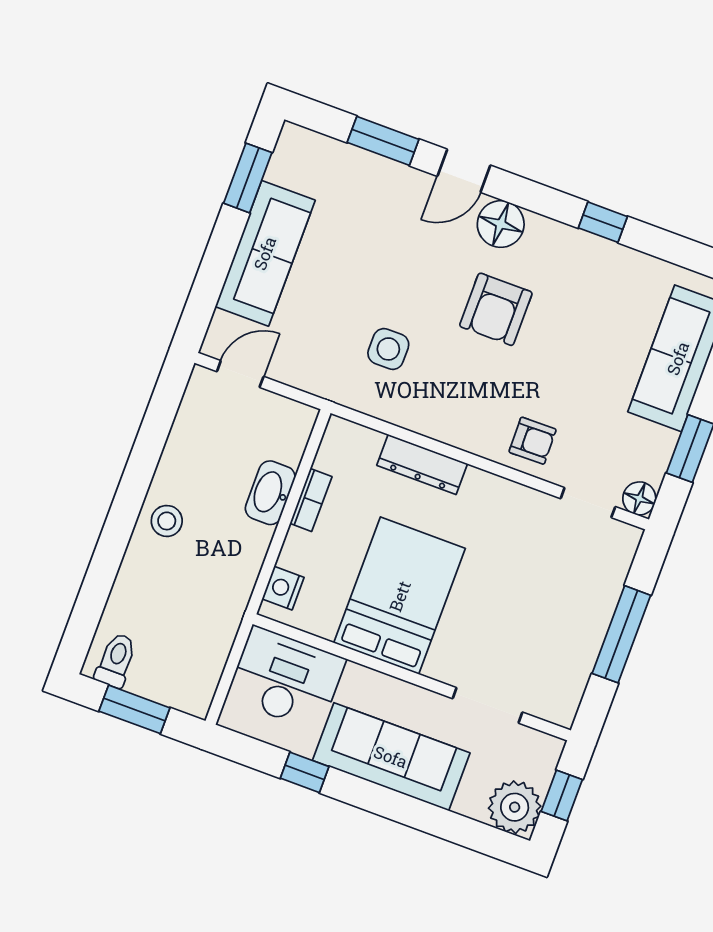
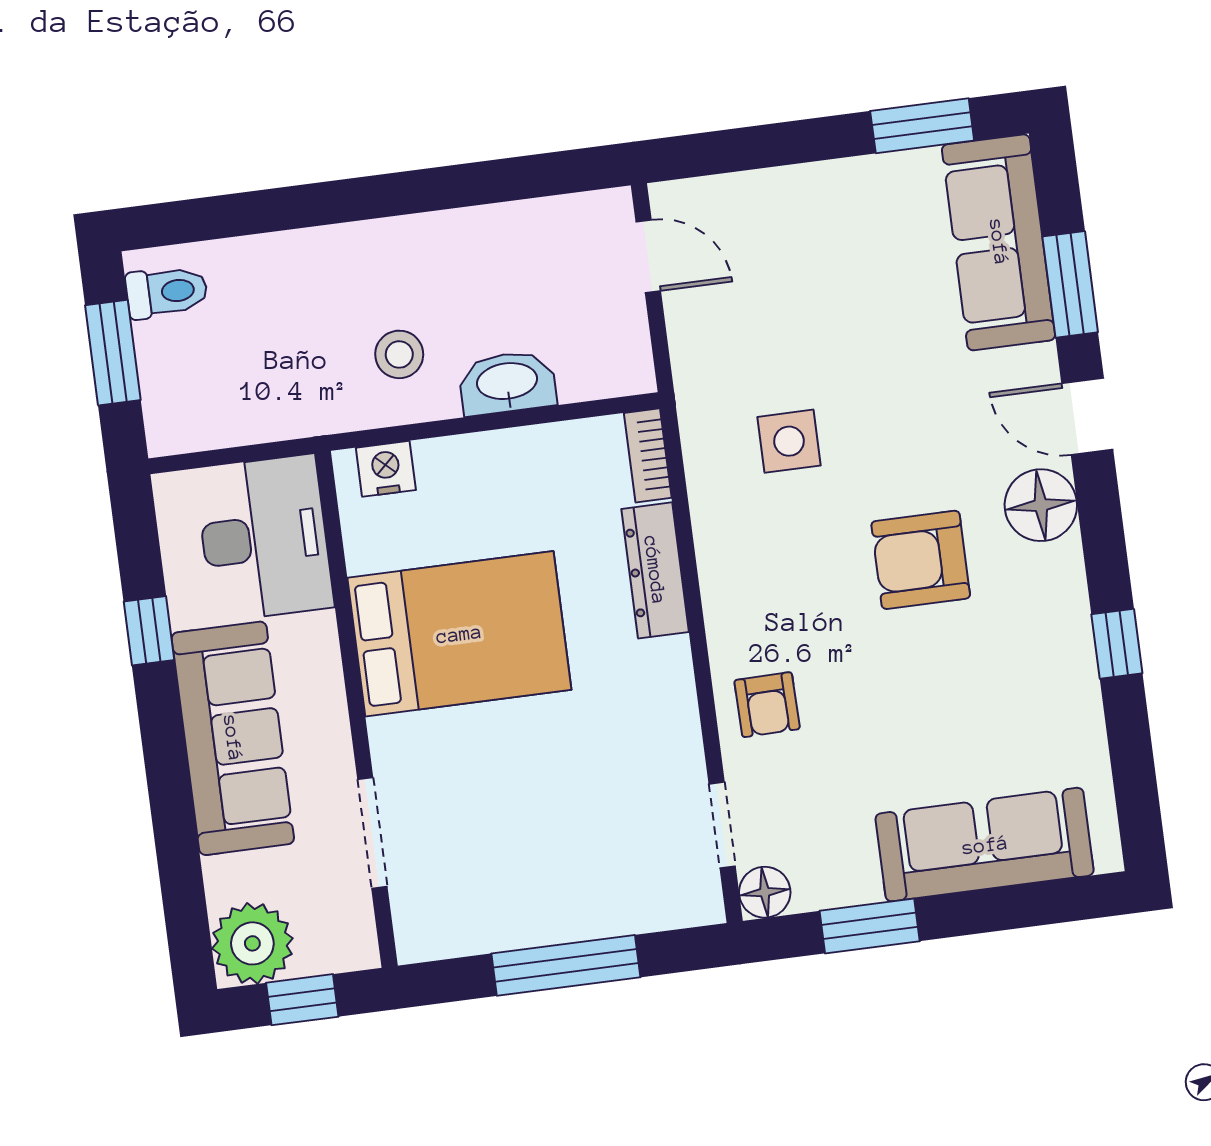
sofa: (265, 253) -> (999, 242), moved, turned 90
bookcase: (311, 500) -> (648, 455), moved, turned 90
stool: (167, 521) -> (399, 354), moved

